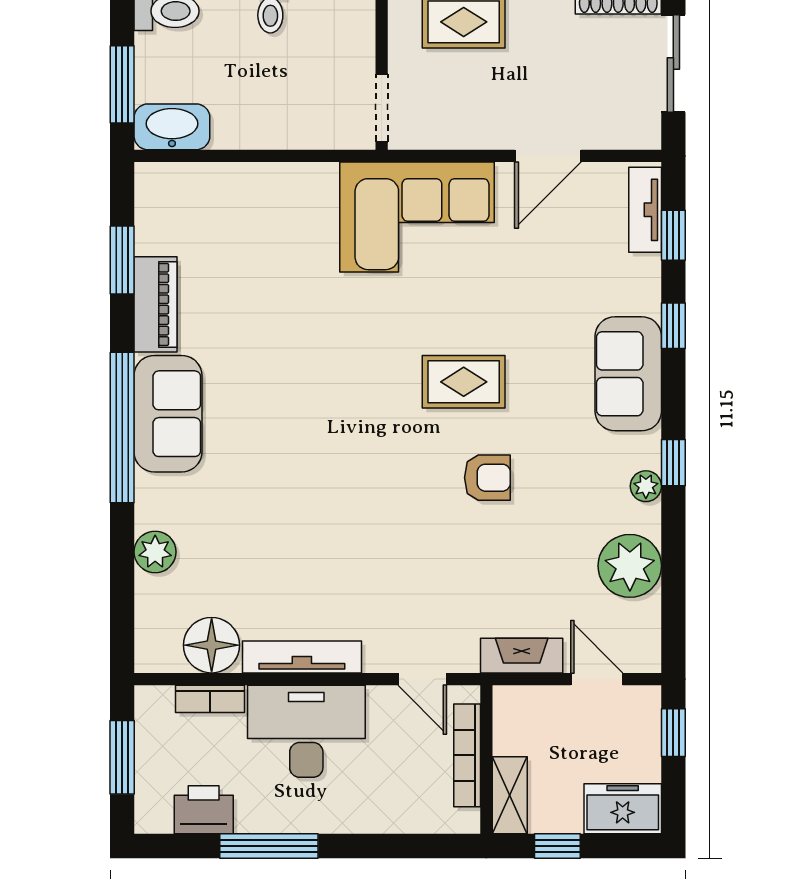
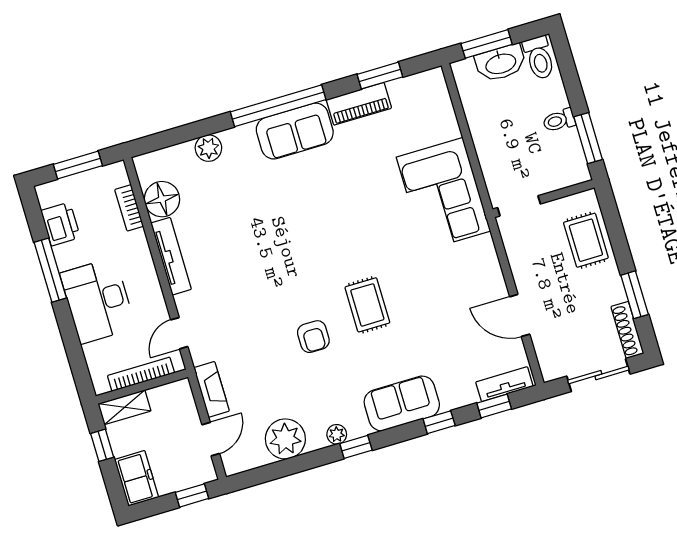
washbasin: (172, 127) -> (501, 63), moved, turned 90
corner sofa: (417, 217) -> (443, 194), moved
desk: (306, 731) -> (98, 301), moved, turned 180

